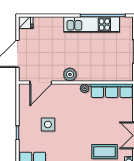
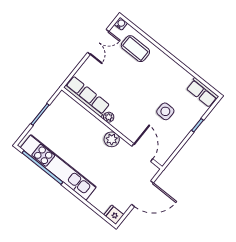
kitchen unit: (92, 25) -> (58, 167), width x1.36
door: (41, 83) -> (142, 153), hinge flipped

